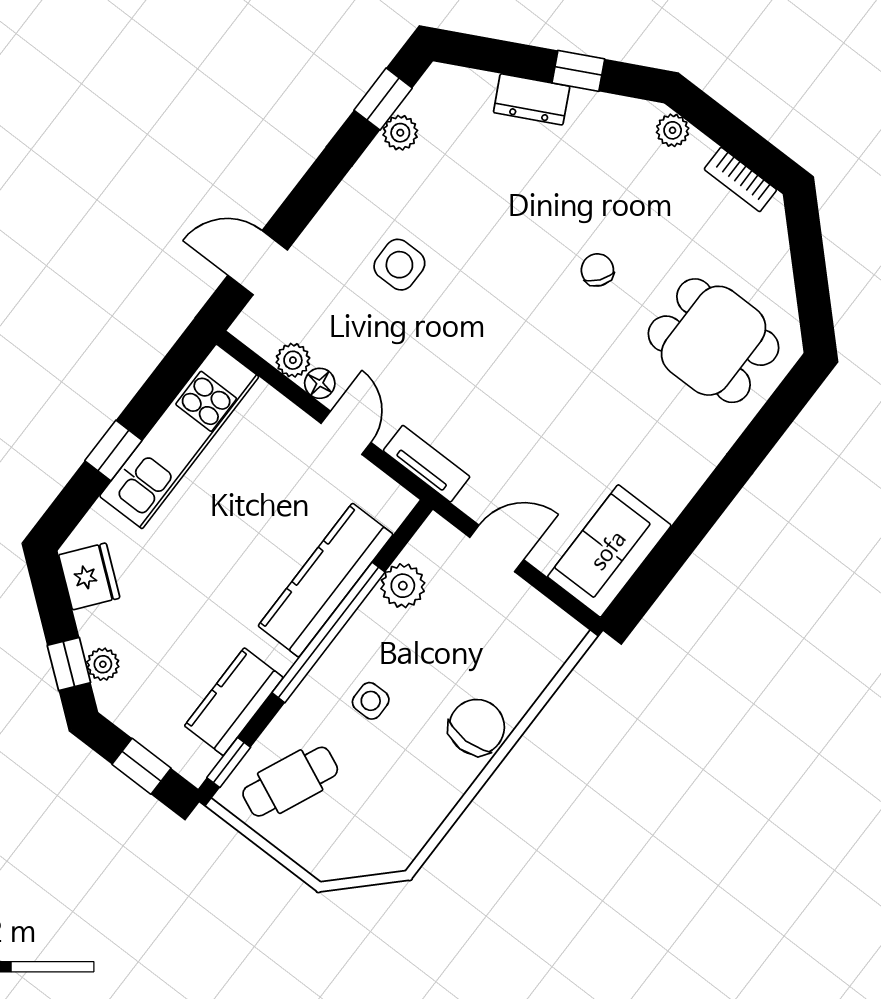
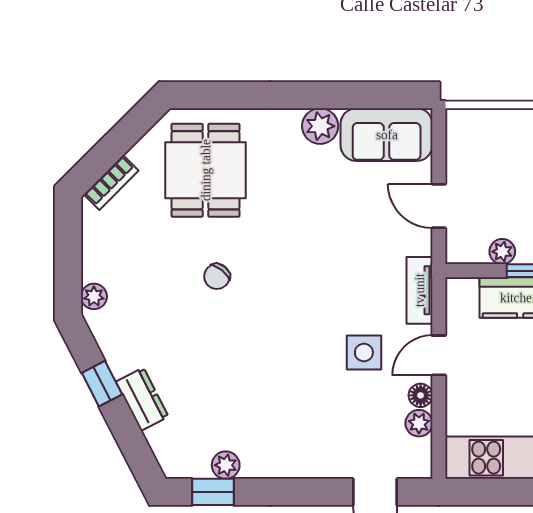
bookcase: (740, 179) -> (111, 183), moved, turned 45
side table: (399, 265) -> (364, 352), moved
plant: (669, 491) -> (320, 126), added
plant: (403, 586) -> (502, 252), width x0.73, depth x0.73

